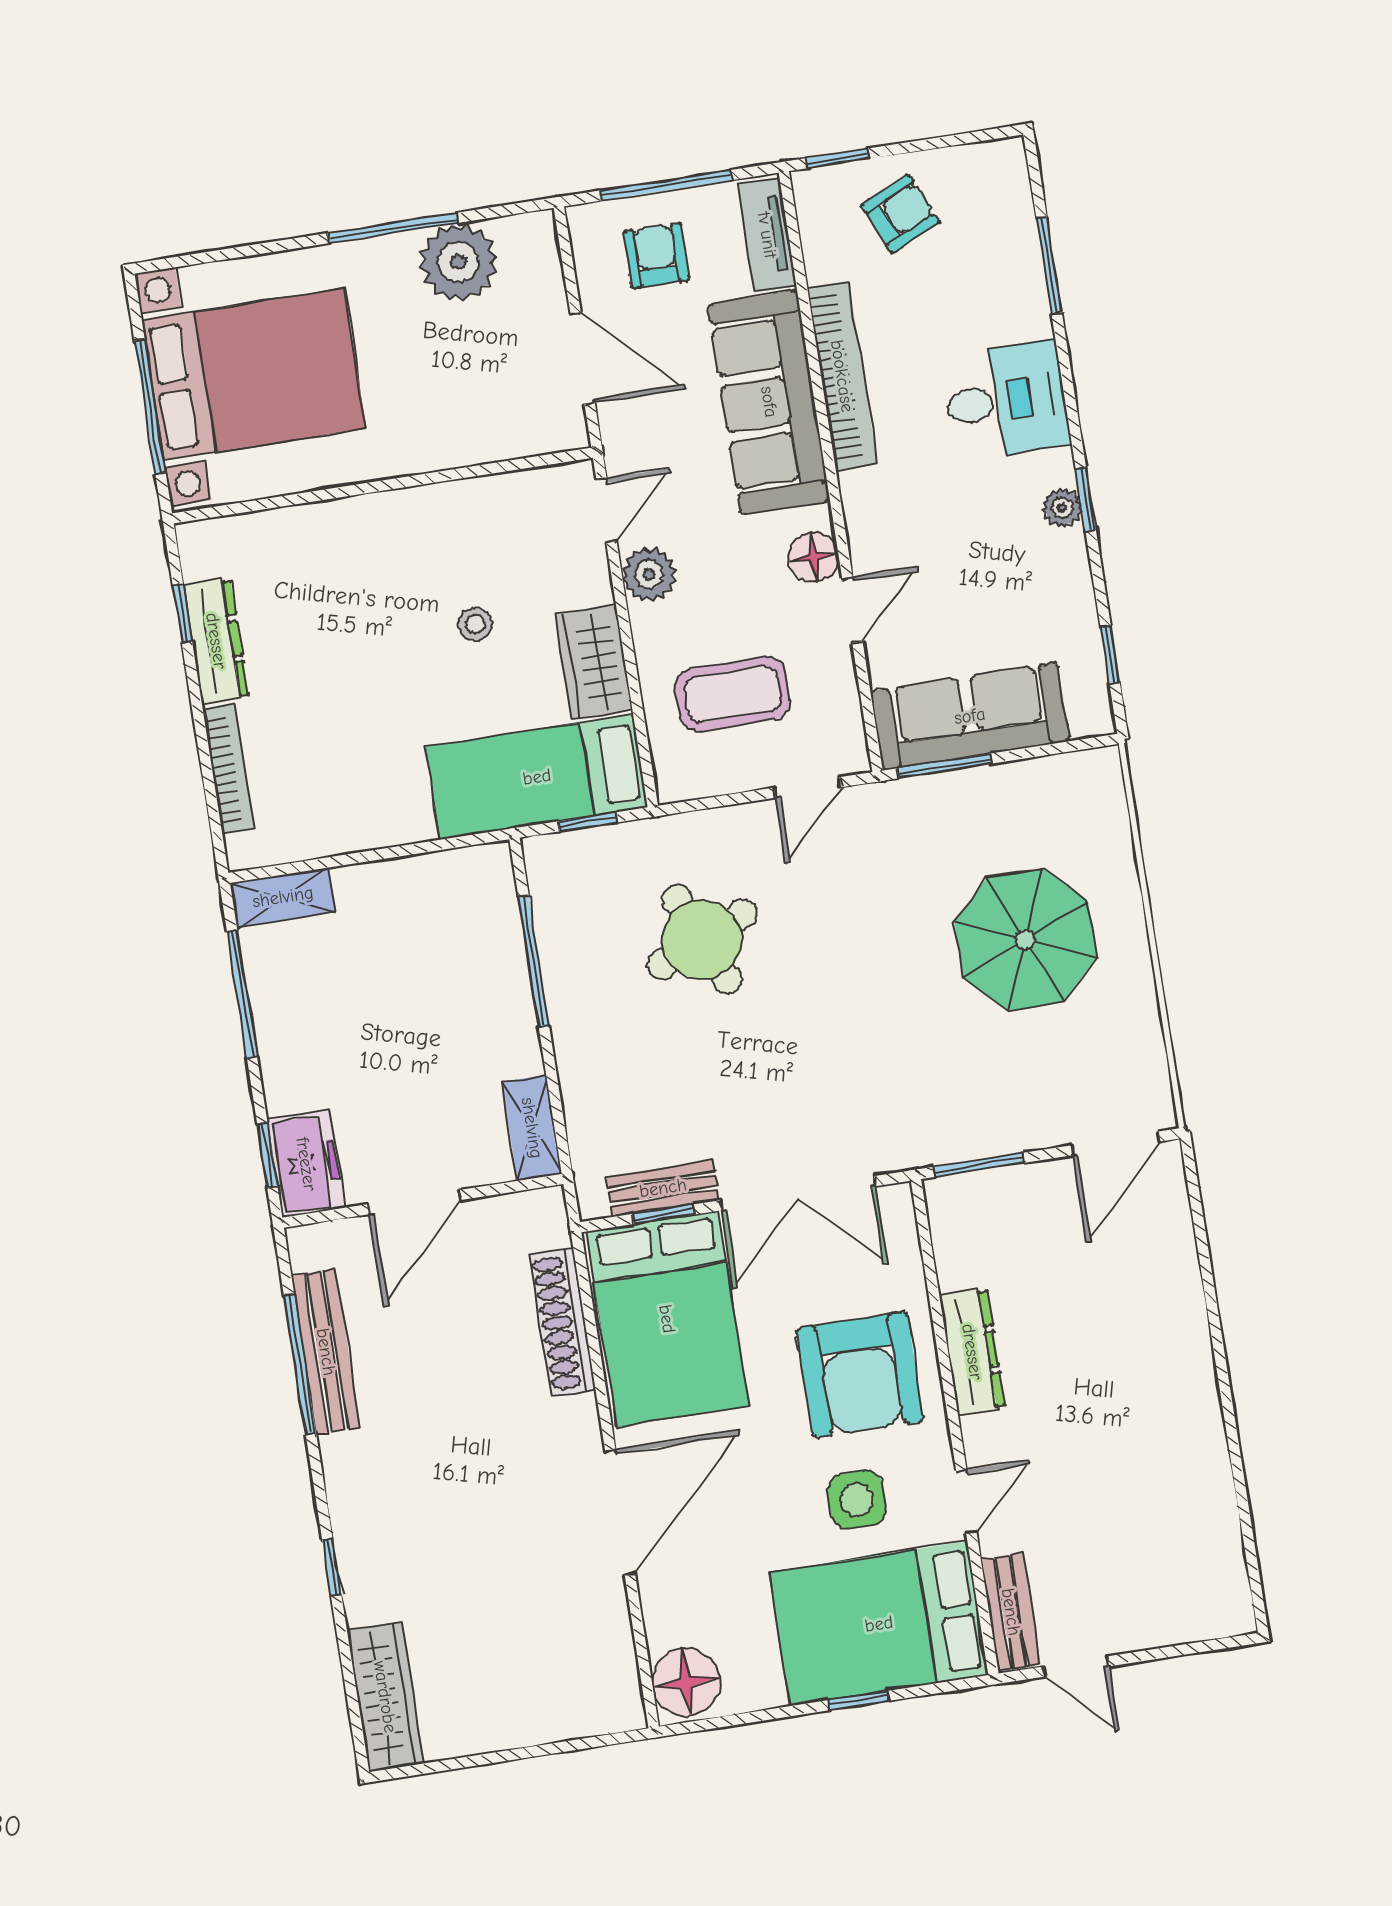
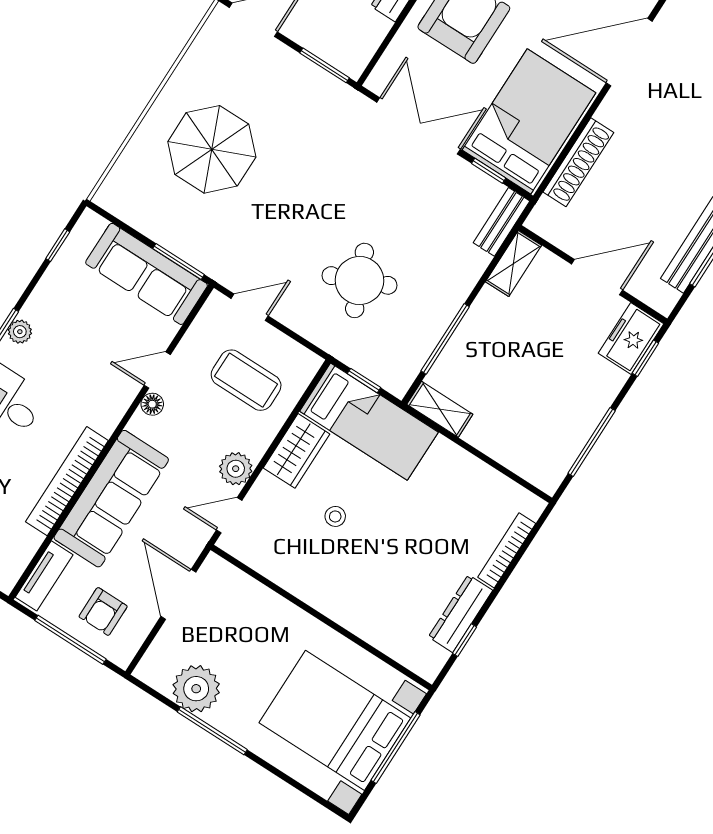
floor lamp: (814, 557) -> (152, 404), width x0.73, depth x0.73
shelving: (283, 897) -> (440, 409), moved
bench: (663, 1188) -> (502, 222), moved, turned 90

